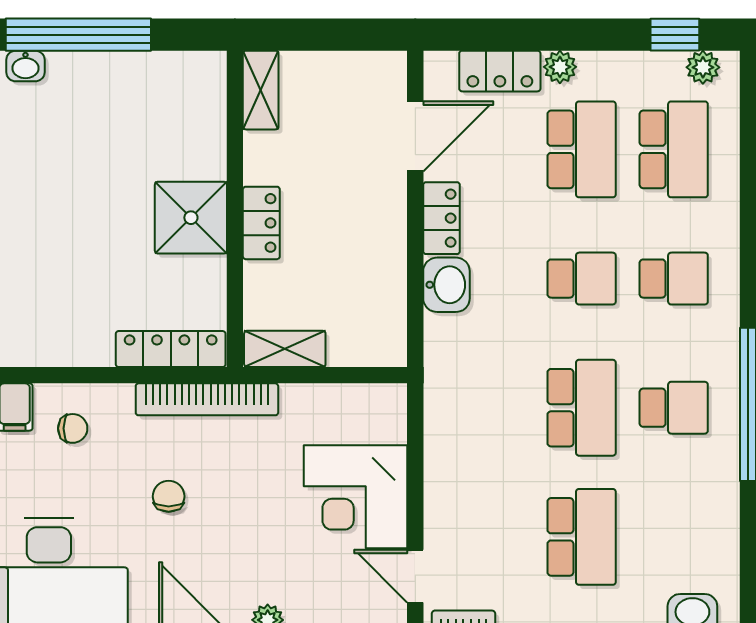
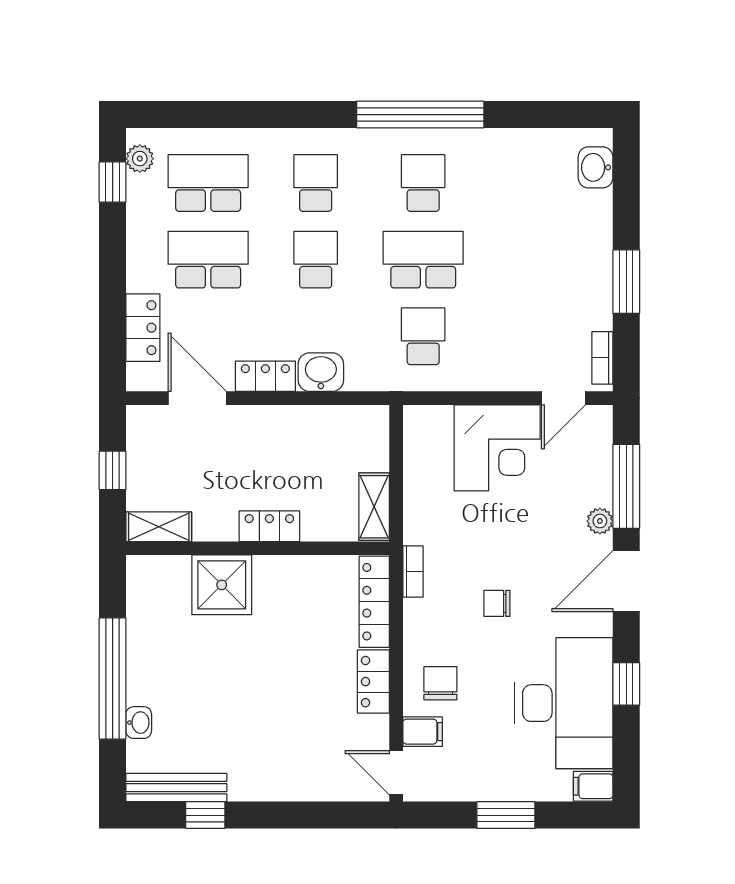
window: (328, 35) -> (113, 470), added
plant: (560, 67) -> (140, 278), removed
shower: (191, 218) -> (222, 585), moved
locker: (75, 348) -> (373, 682), added
bookcase: (207, 399) -> (413, 571), width x0.43, depth x0.76
chair: (73, 428) -> (440, 683), width x1.37, depth x1.37
school desk: (582, 537) -> (423, 336), moved, width x0.54

